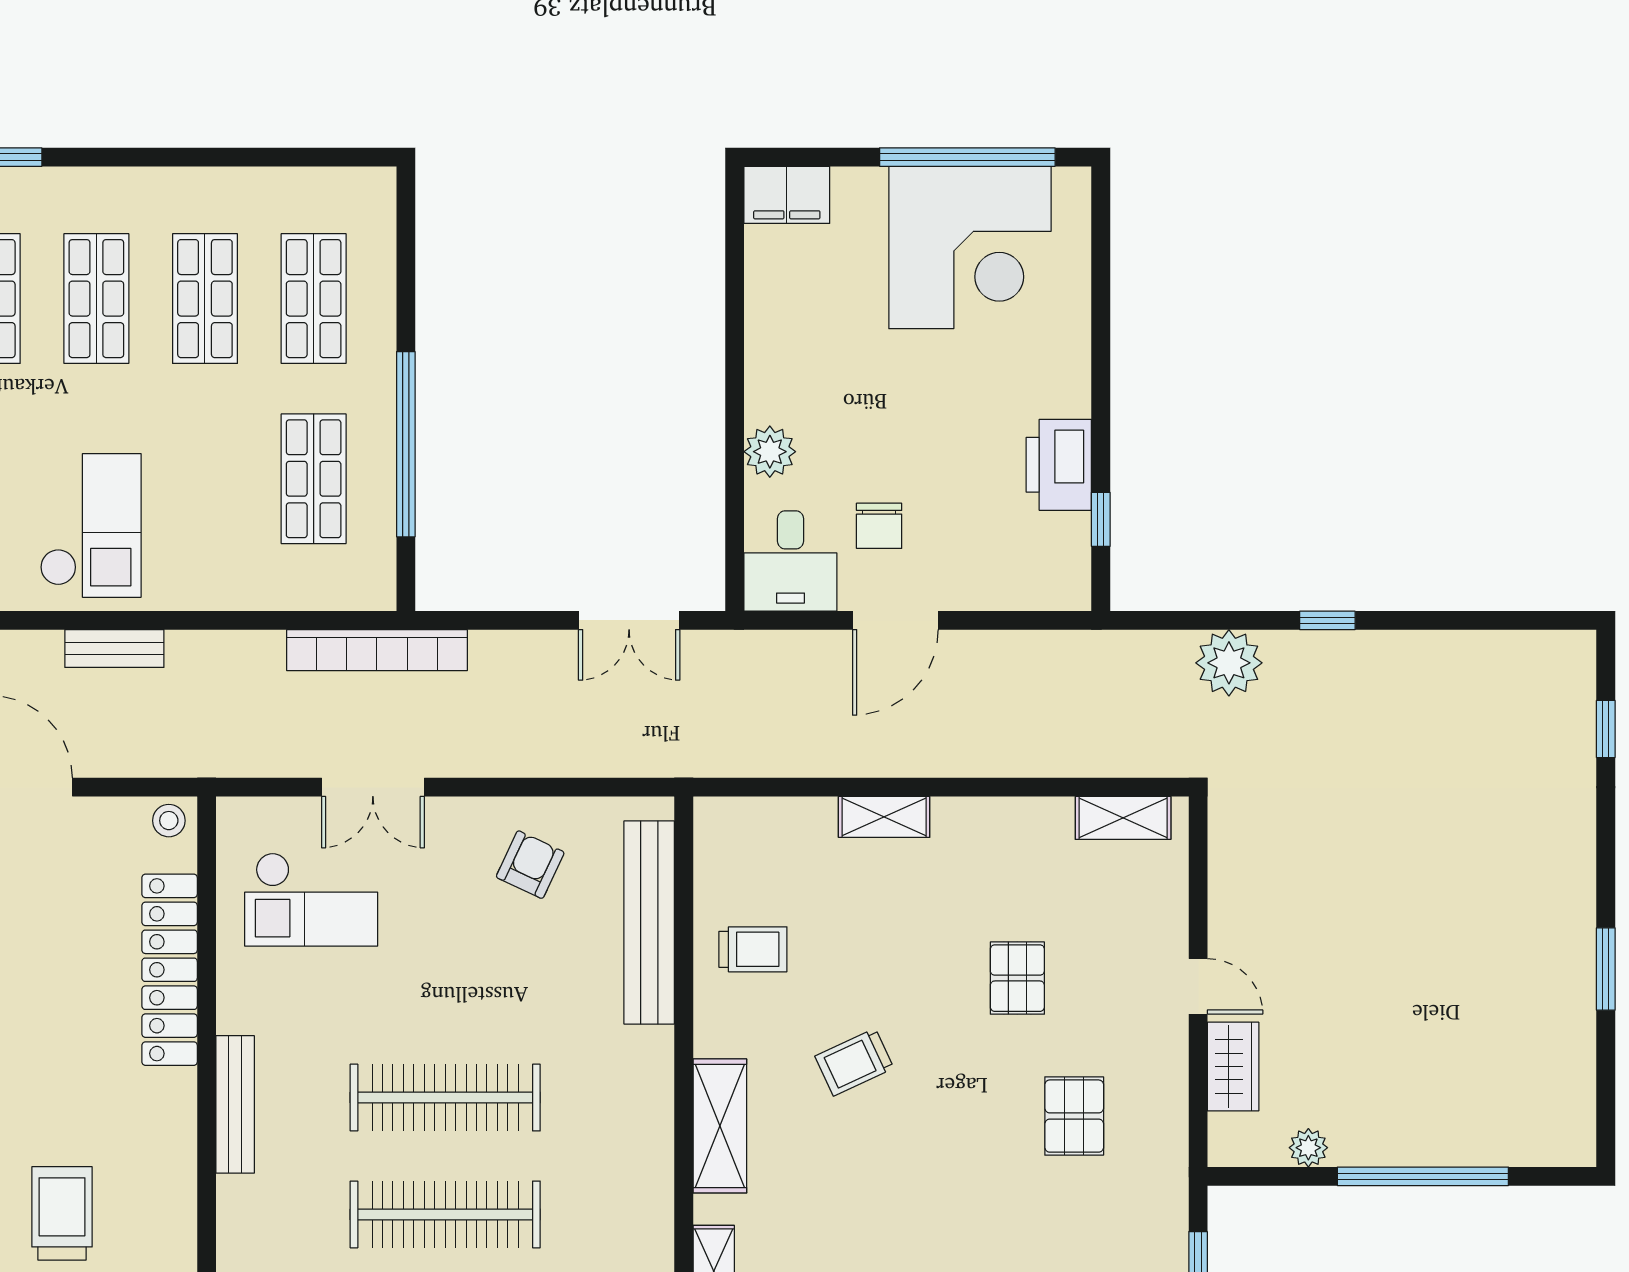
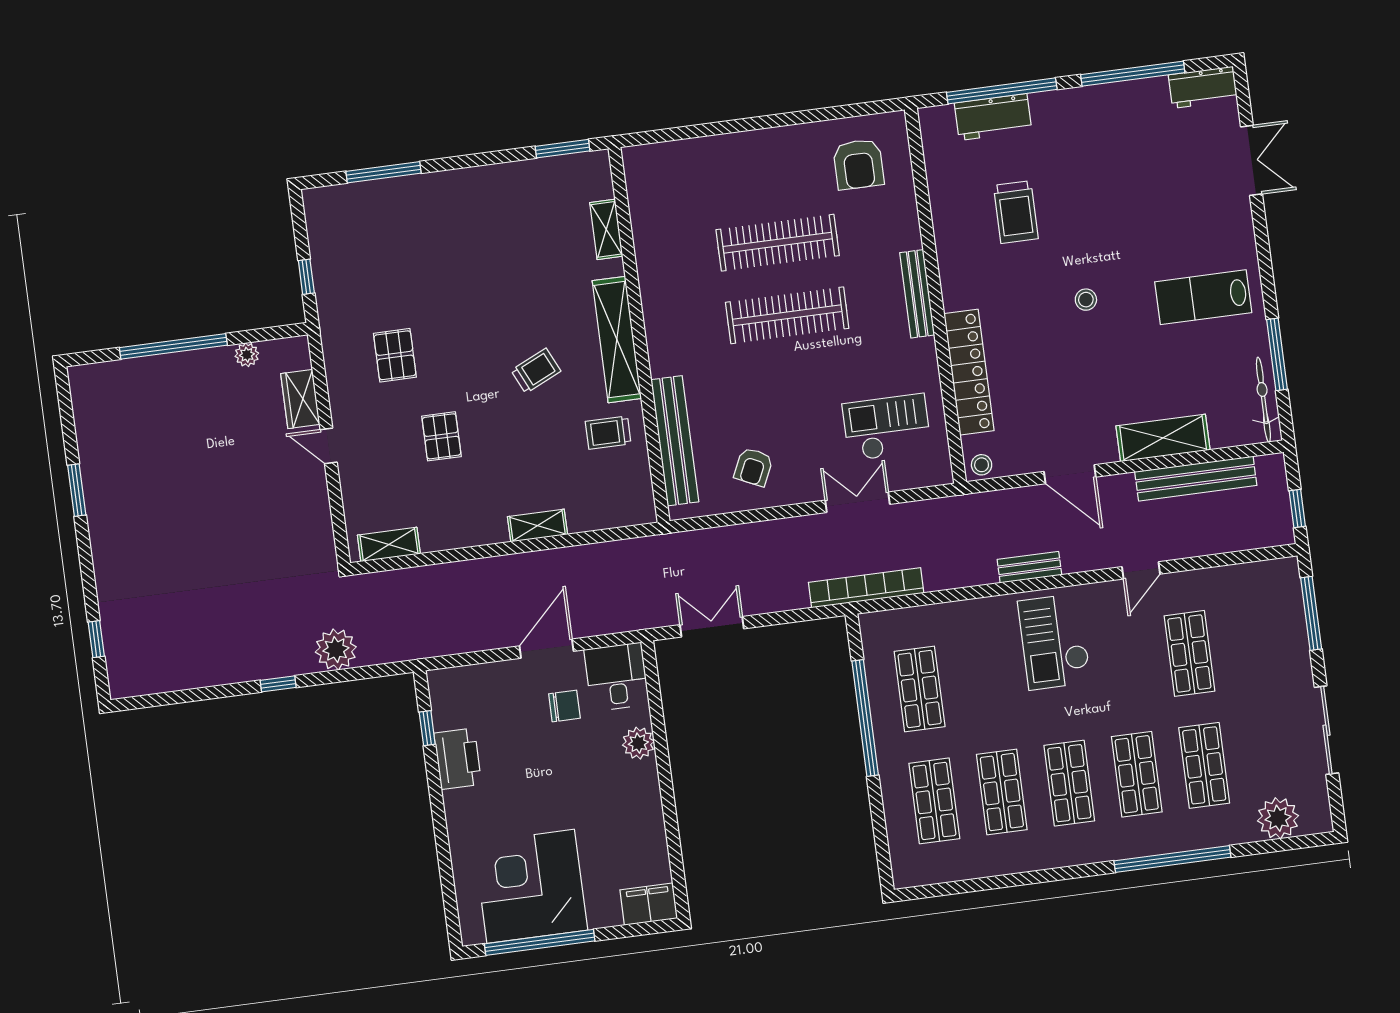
chair: (879, 526) -> (564, 706), turned 90
shelving: (720, 1126) -> (617, 340), width x1.47

